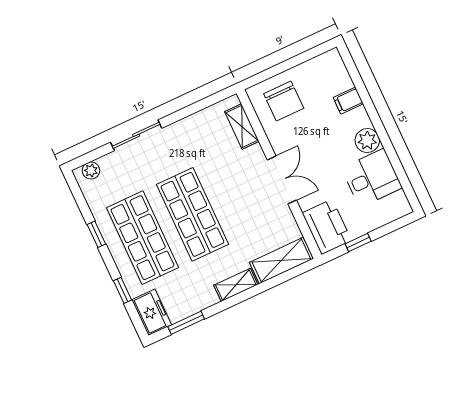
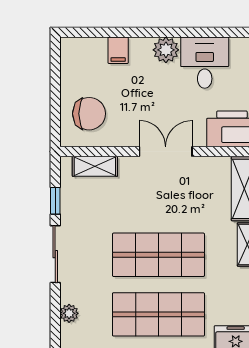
window: (197, 107) -> (55, 201), added
sliding door: (136, 135) -> (55, 254), moved
plant: (91, 171) -> (69, 313), moved

